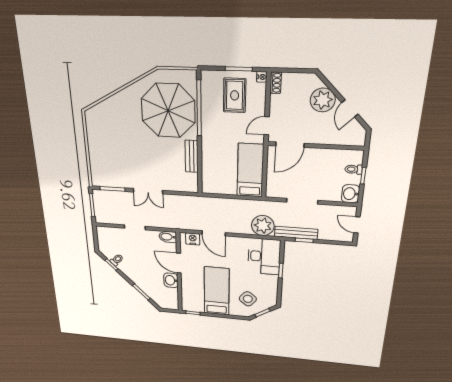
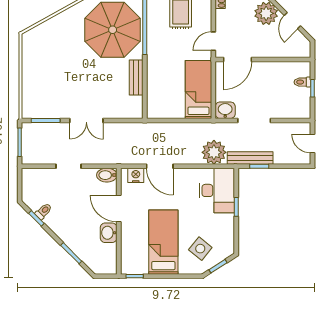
washbasin: (350, 194) -> (225, 110), moved, turned 90

